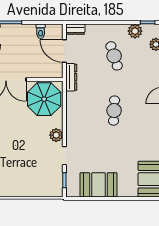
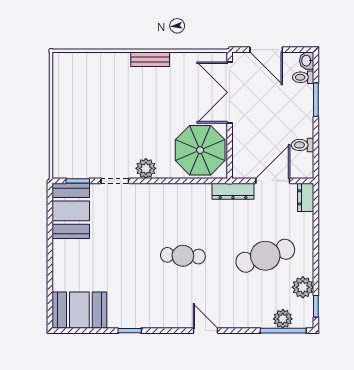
cafe table: (114, 56) -> (265, 256), width x1.37, depth x1.35
booth: (98, 185) -> (71, 211), moved

